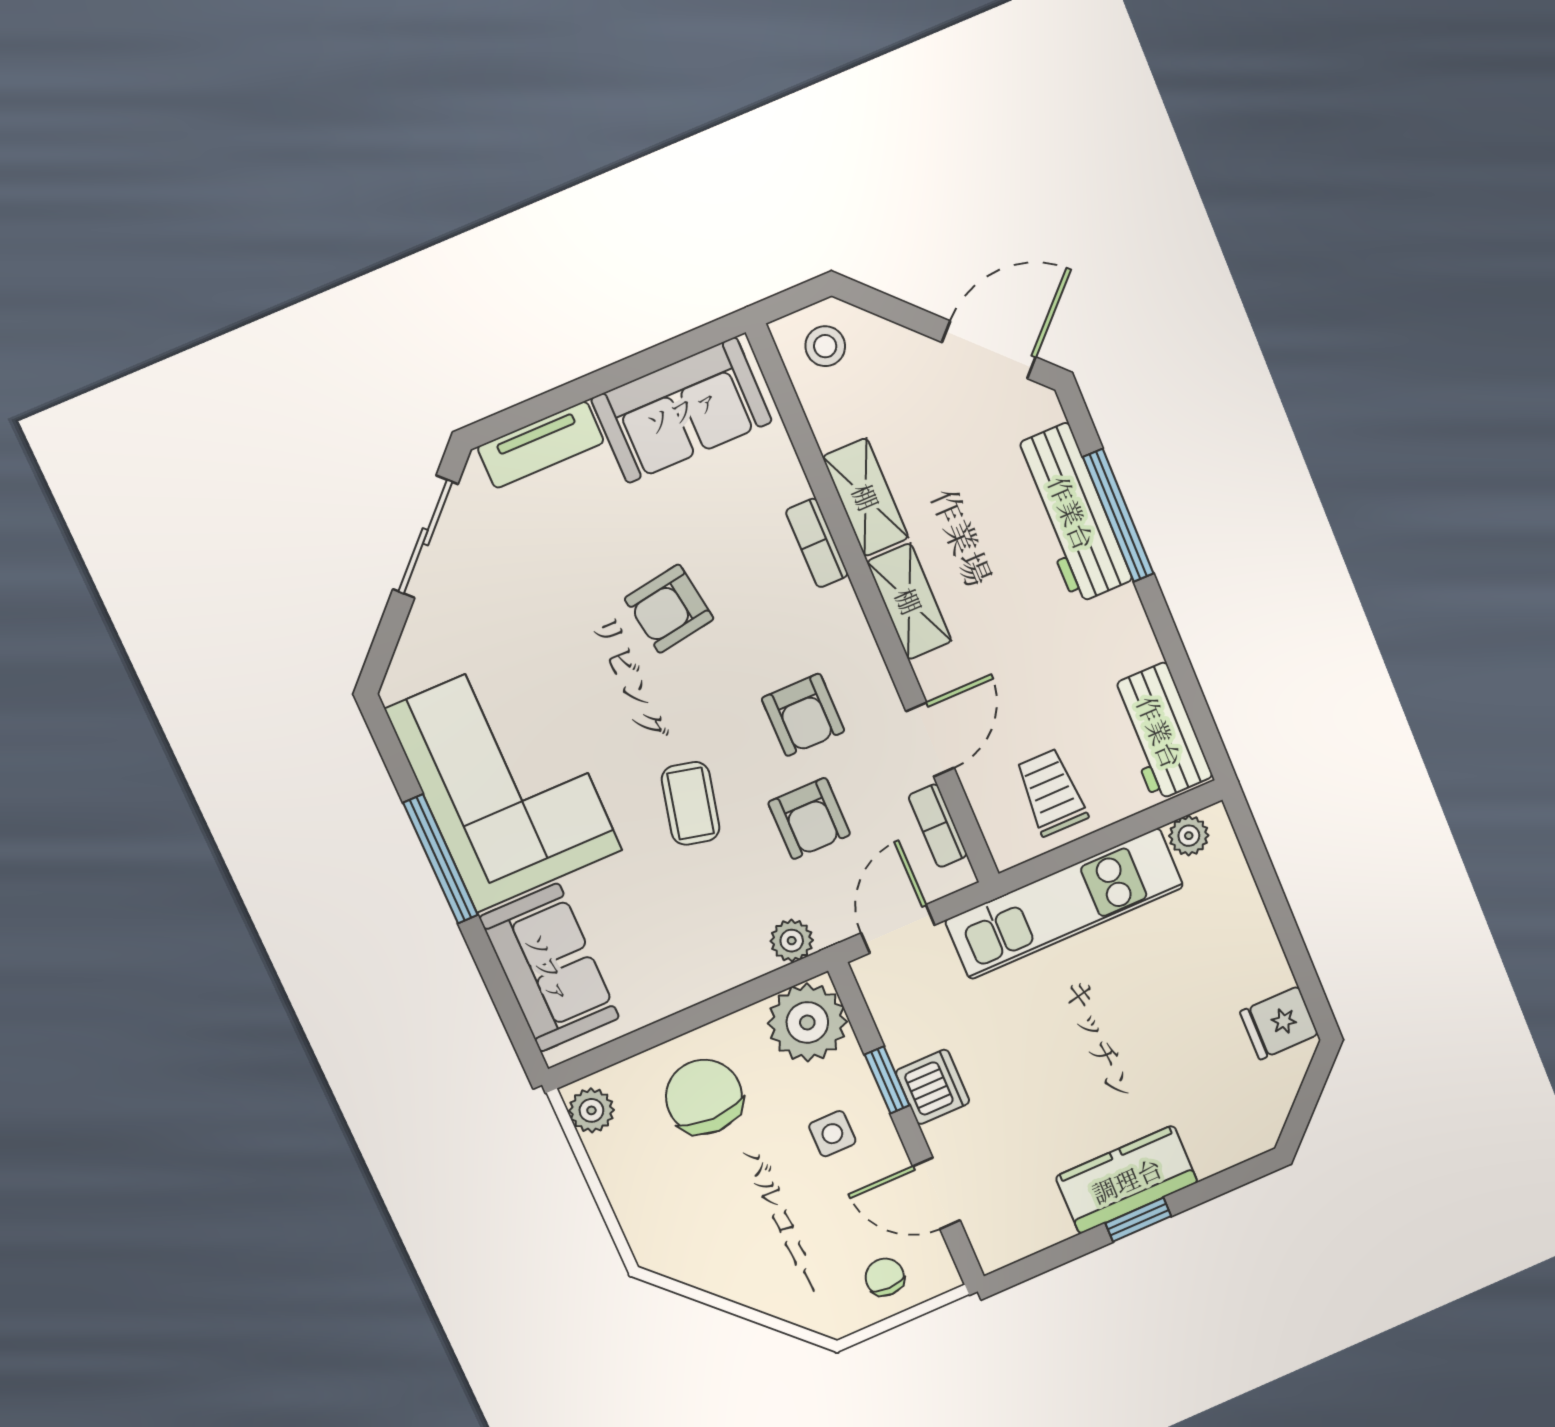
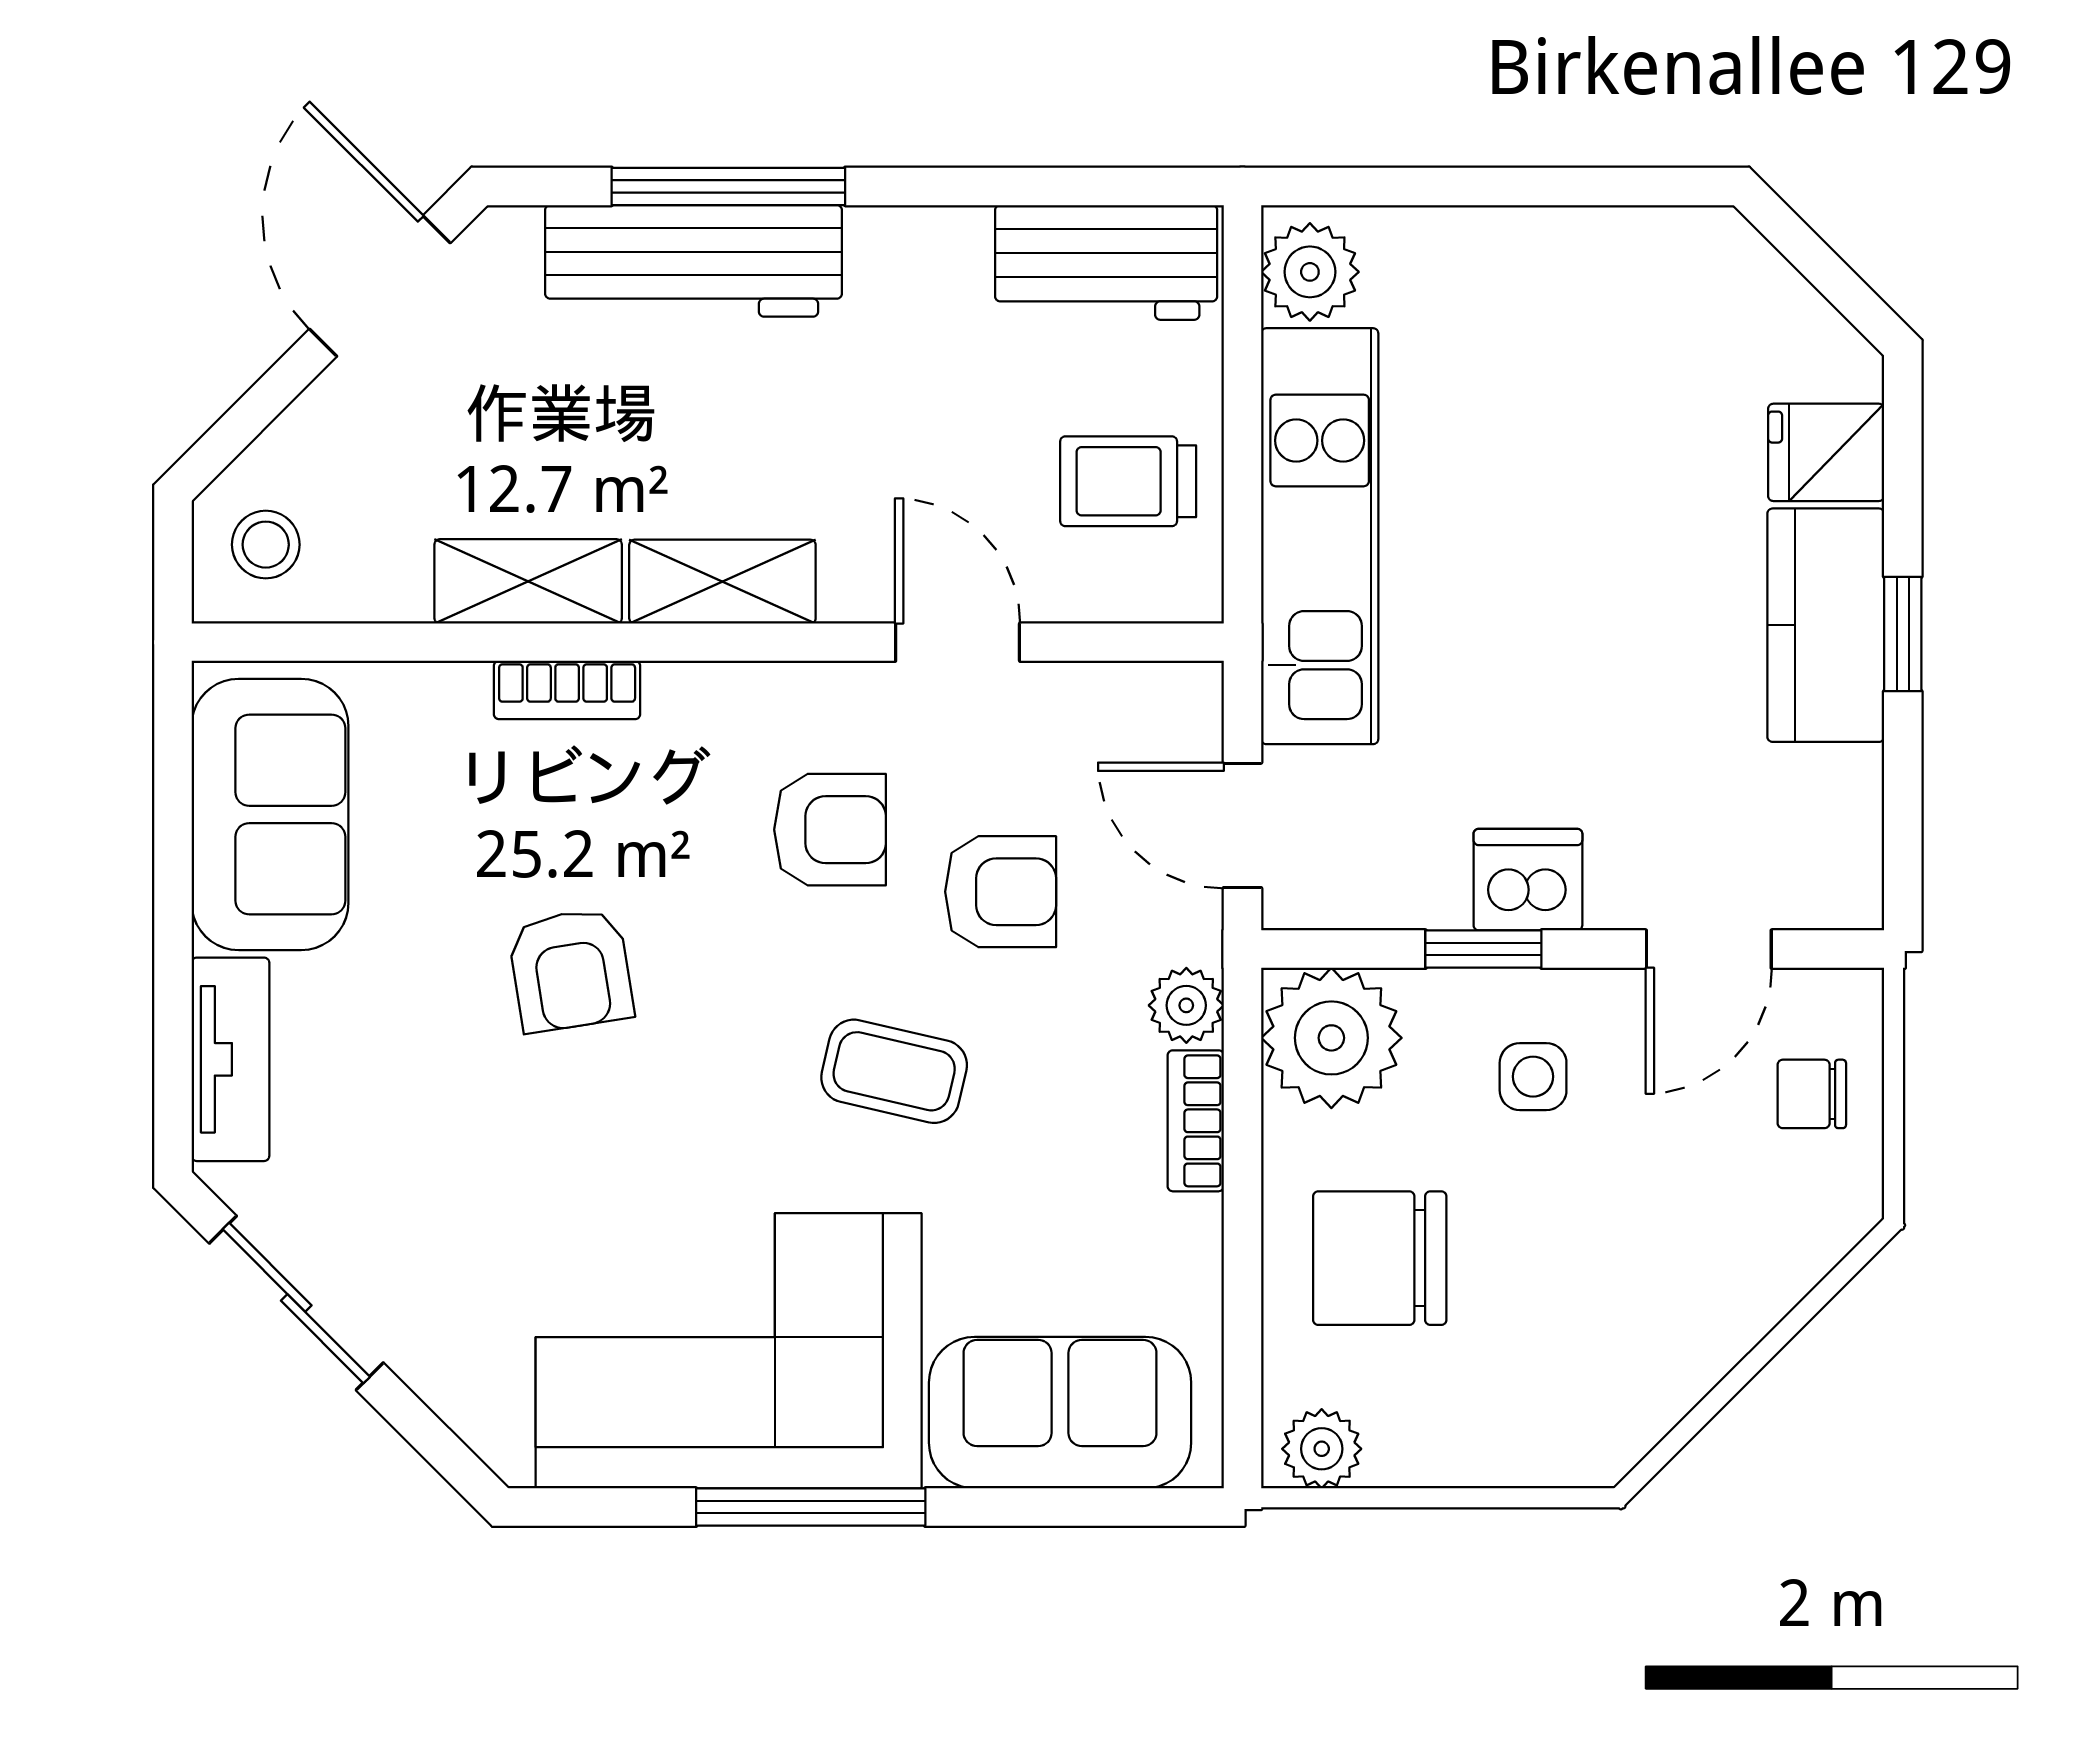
bookcase: (938, 826) -> (1196, 1121), moved, turned 90
plant: (1189, 836) -> (1310, 272), width x1.38, depth x1.38
fridge: (1279, 1023) -> (1826, 452), moved, turned 90

